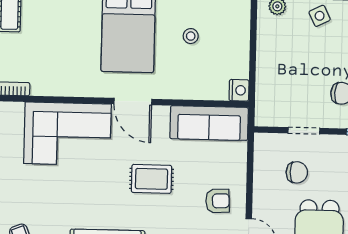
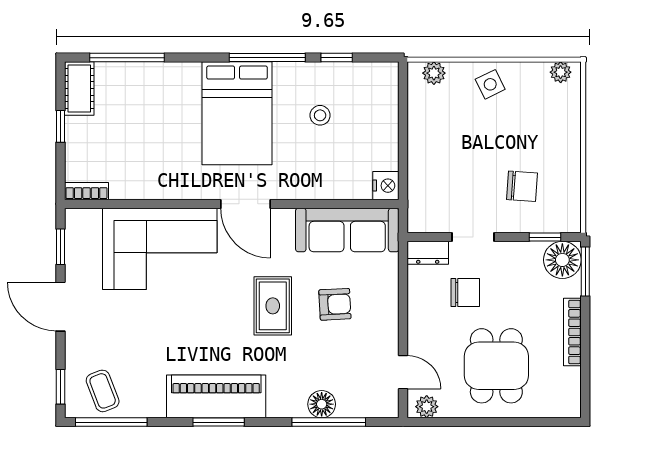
dresser: (269, 142) -> (428, 253), added
rug: (151, 179) -> (273, 306), turned 90
armchair: (218, 201) -> (335, 304), moved

